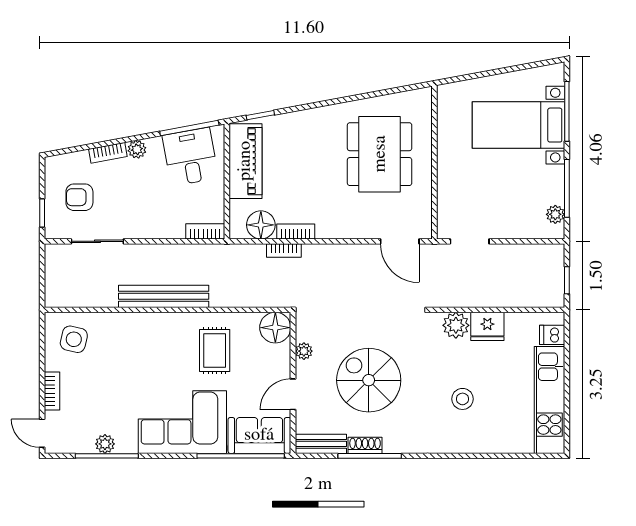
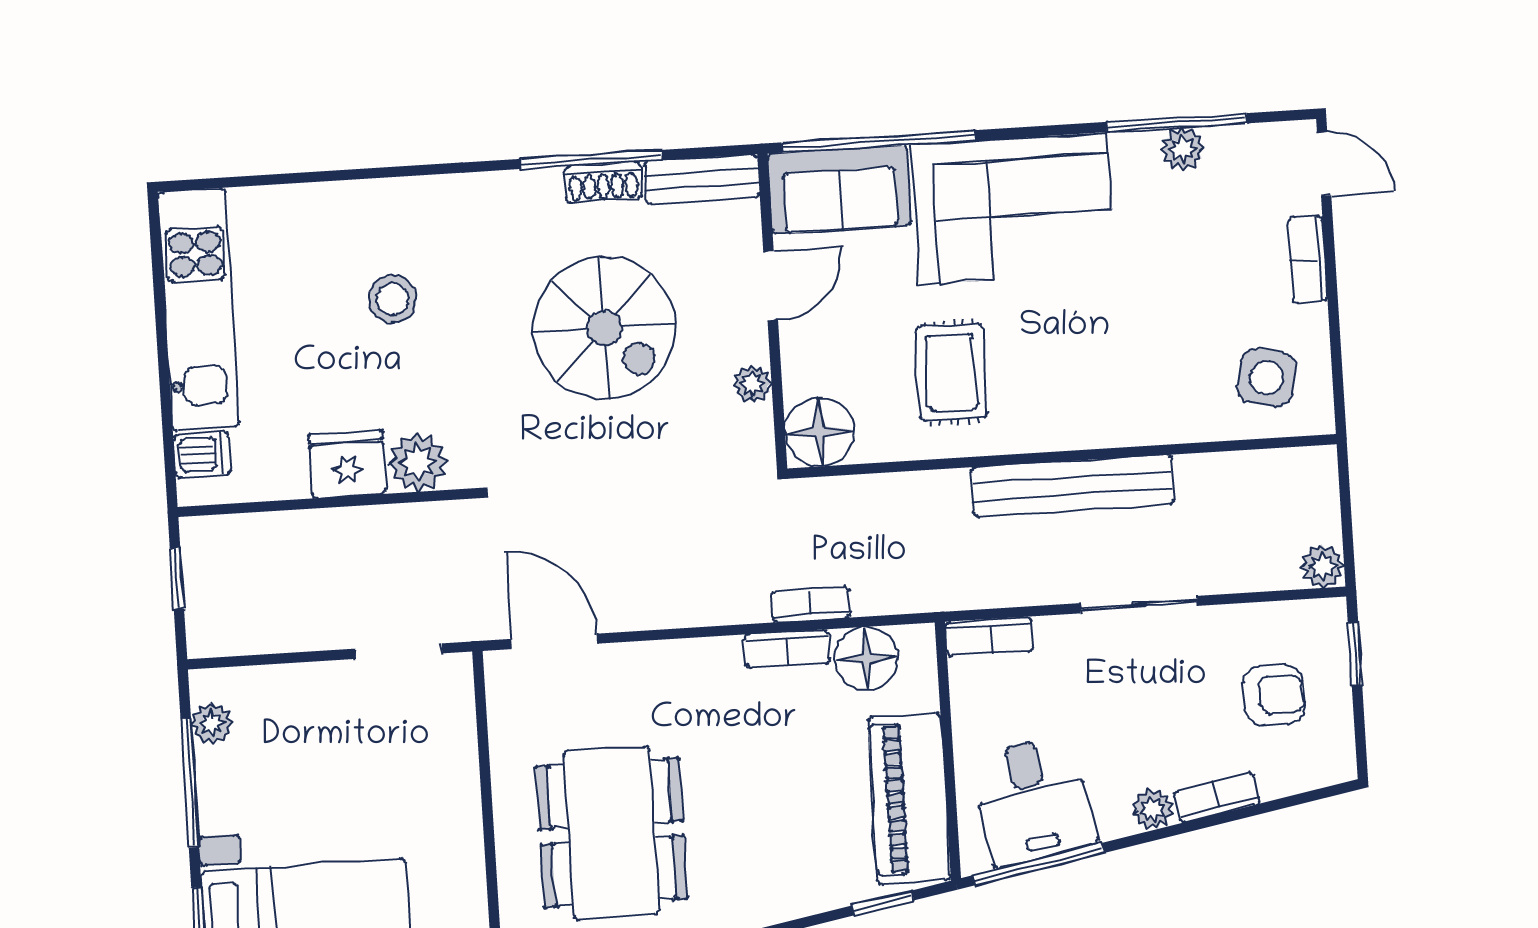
sliding door: (97, 241) -> (1139, 605), moved
plant: (54, 253) -> (1323, 566), added

